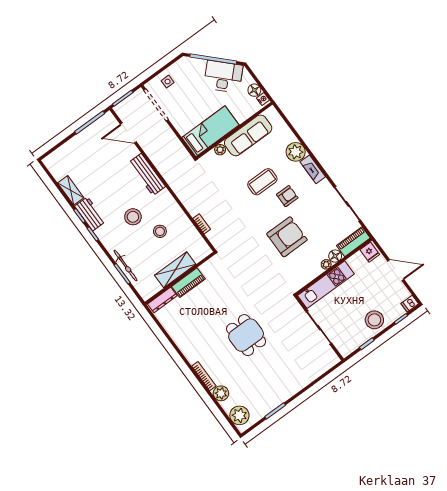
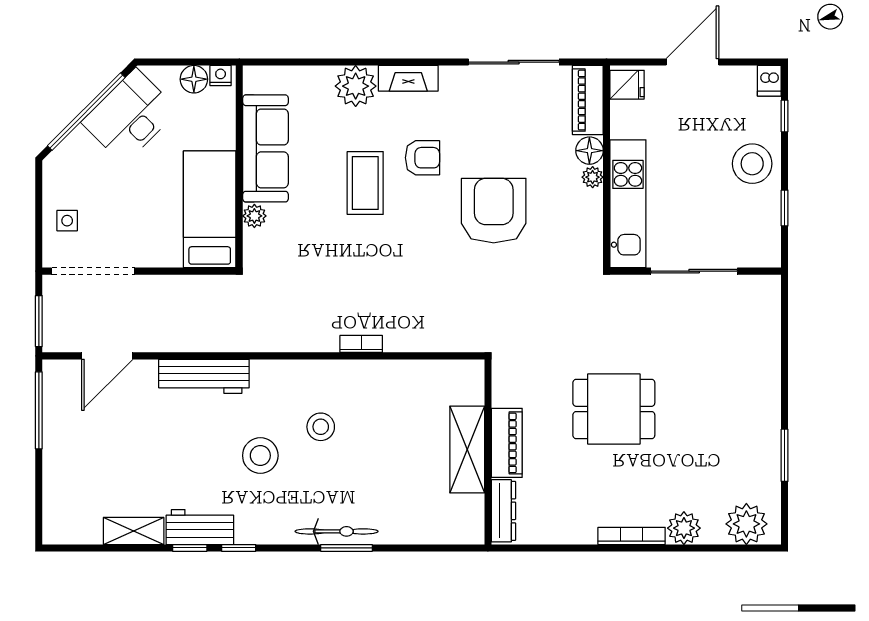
armchair: (287, 196) -> (422, 158), turned 90
shelving: (175, 270) -> (467, 449), moved
wall: (180, 278) -> (488, 452), moved
piano: (188, 283) -> (507, 443), moved
dresser: (162, 300) -> (503, 511), moved

